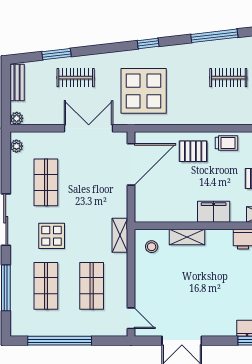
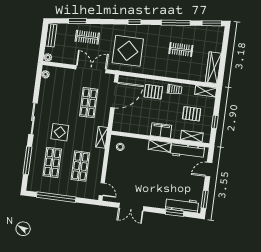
shop shelf: (46, 182) -> (89, 103), moved
shelving: (187, 237) -> (160, 146), moved

